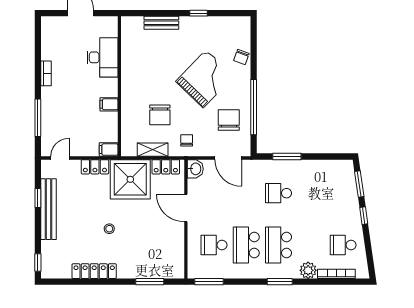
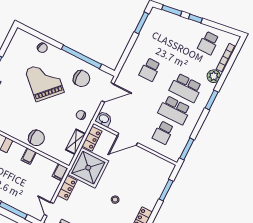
chair: (160, 115) -> (36, 138), moved
chair: (229, 120) -> (82, 79), turned 180
window: (287, 156) -> (141, 23), moved

